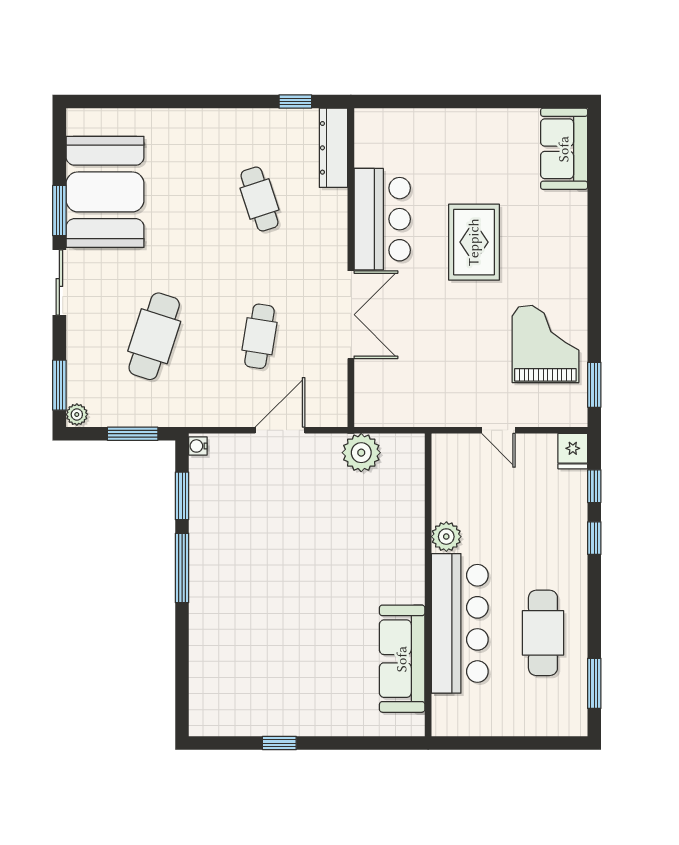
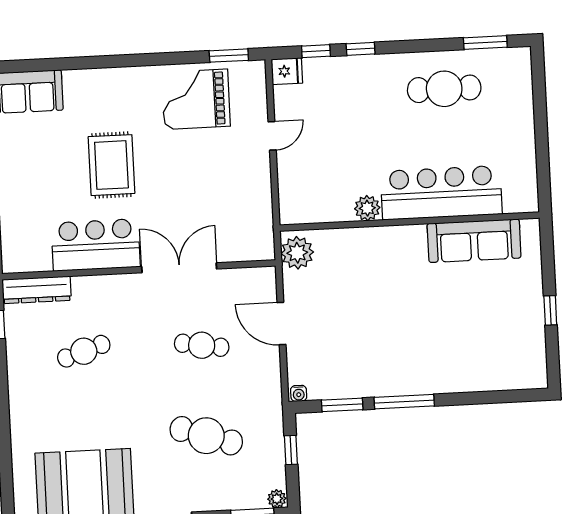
rug: (474, 242) -> (111, 165), turned 90
window: (133, 434) -> (291, 450), width x0.67
plant: (446, 537) -> (367, 208), moved
wall: (428, 585) -> (410, 222), moved
bar counter: (460, 623) -> (441, 193), moved
sofa: (402, 659) -> (474, 241), moved

